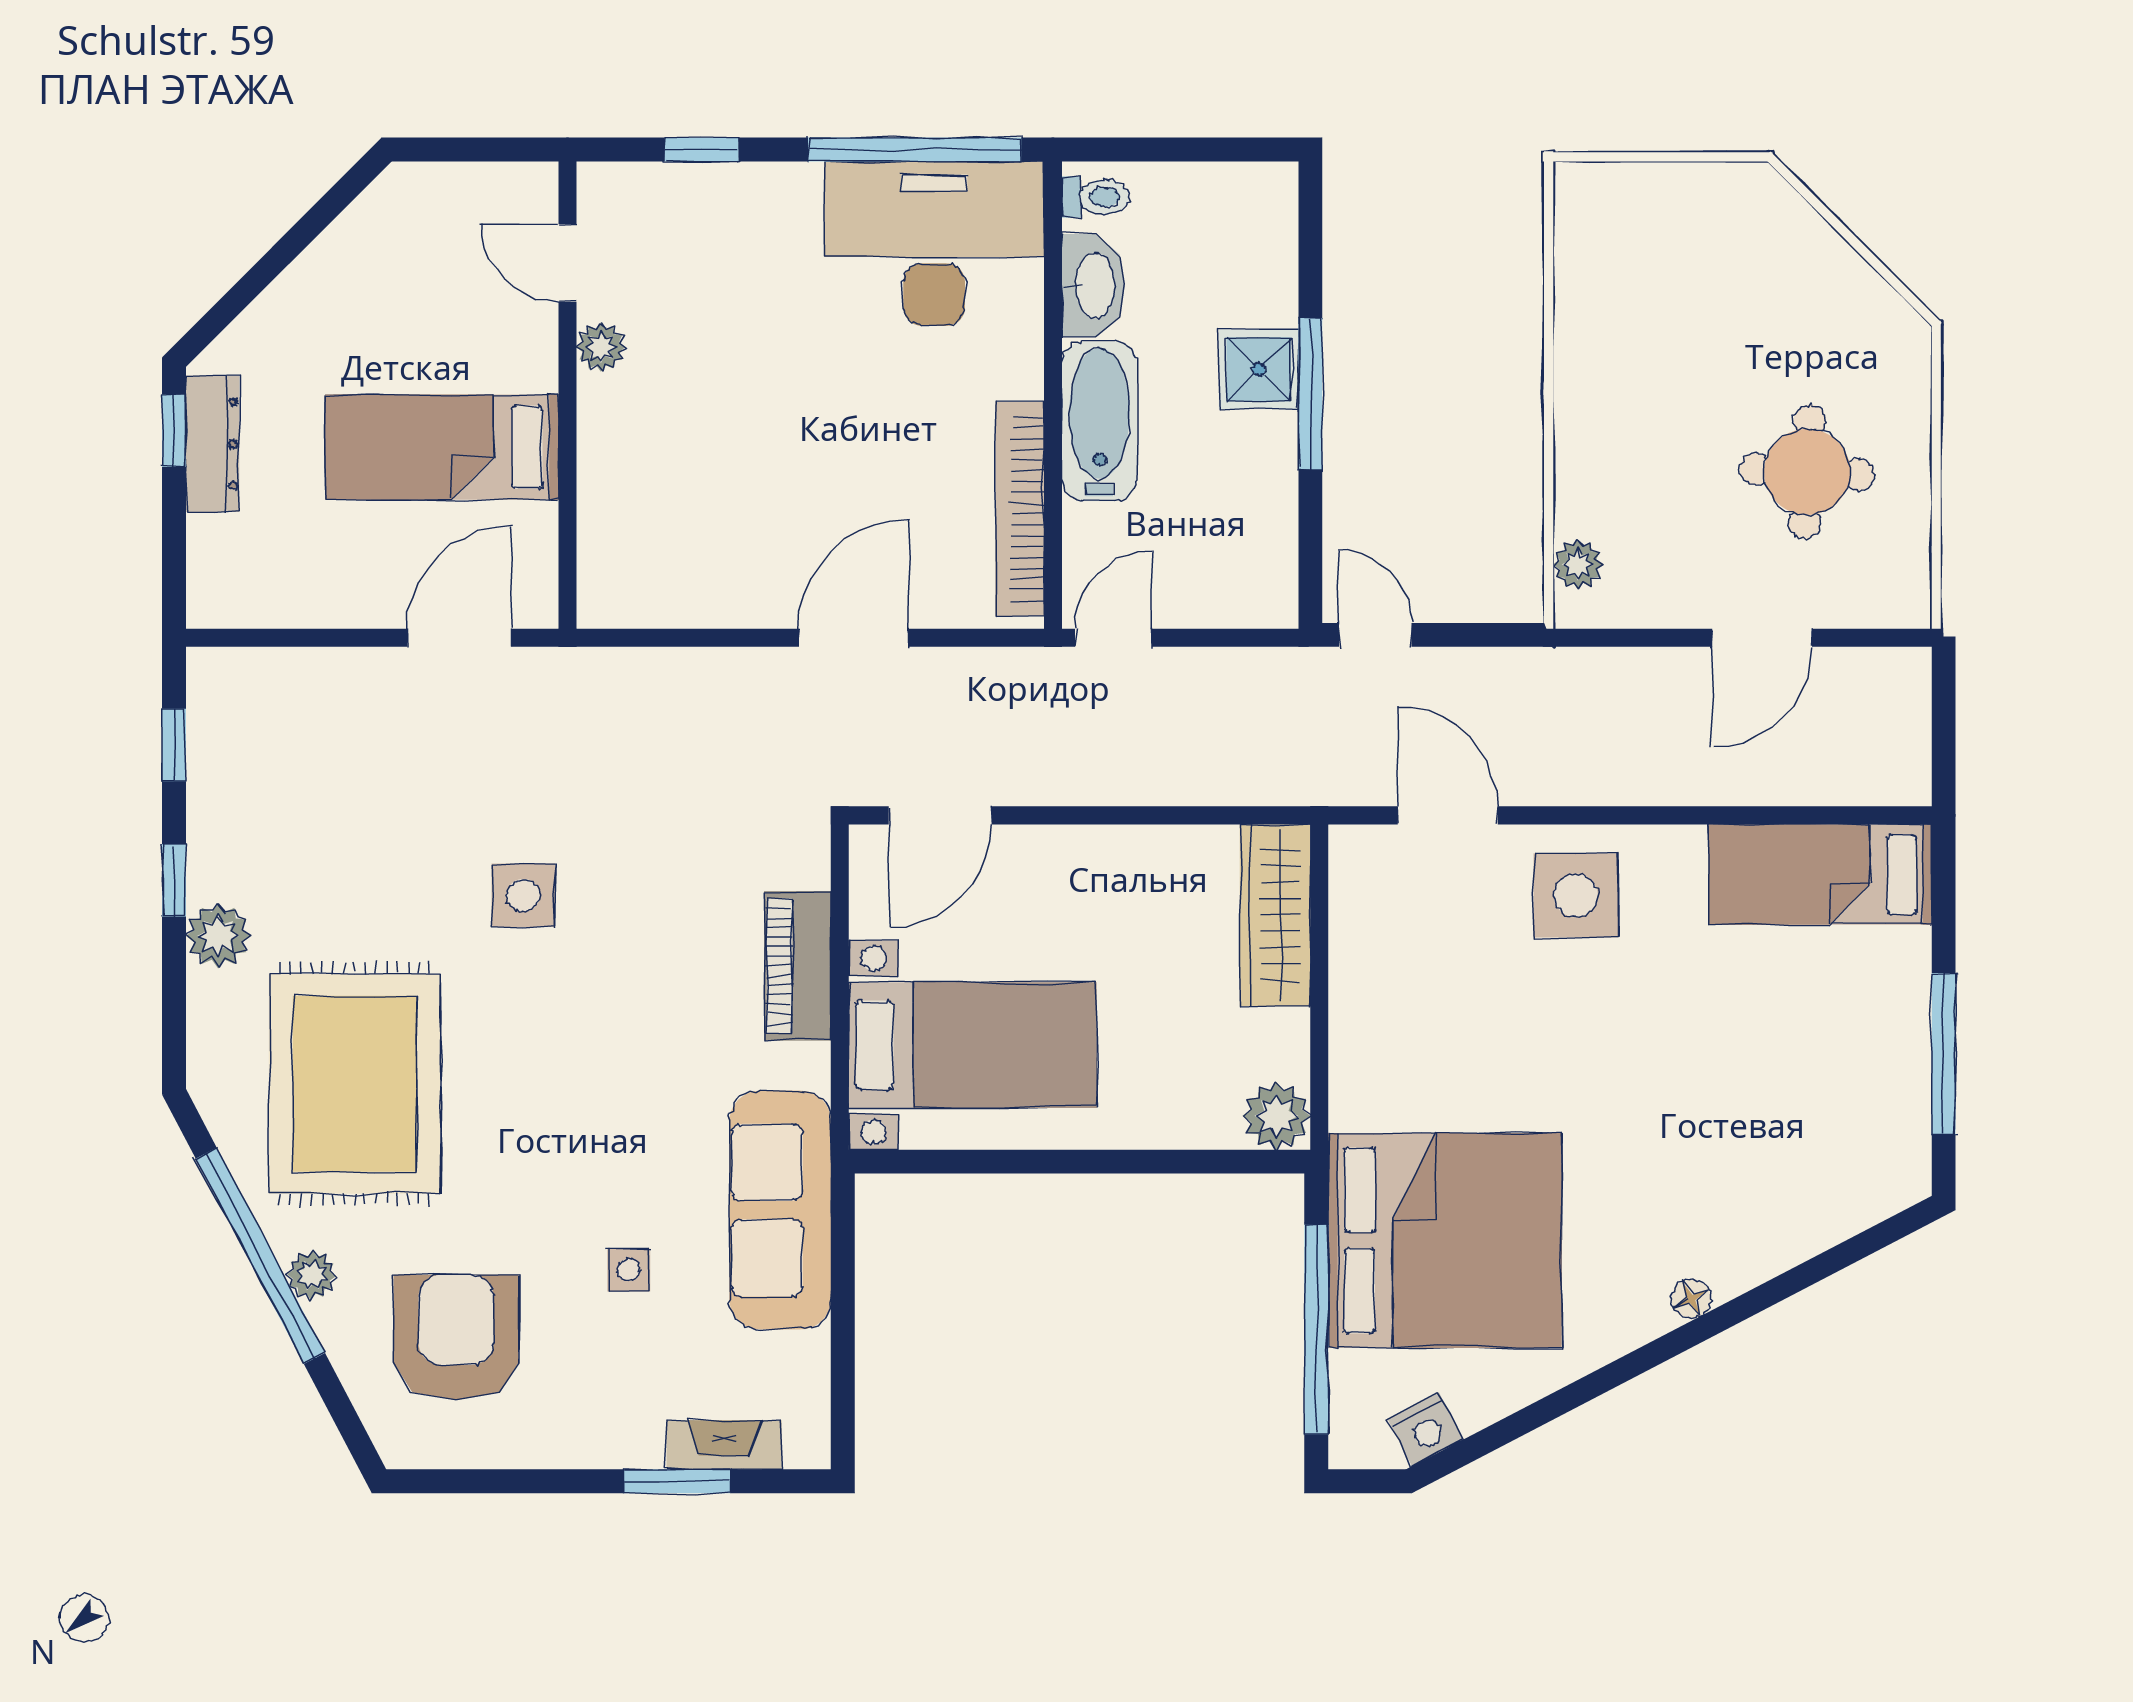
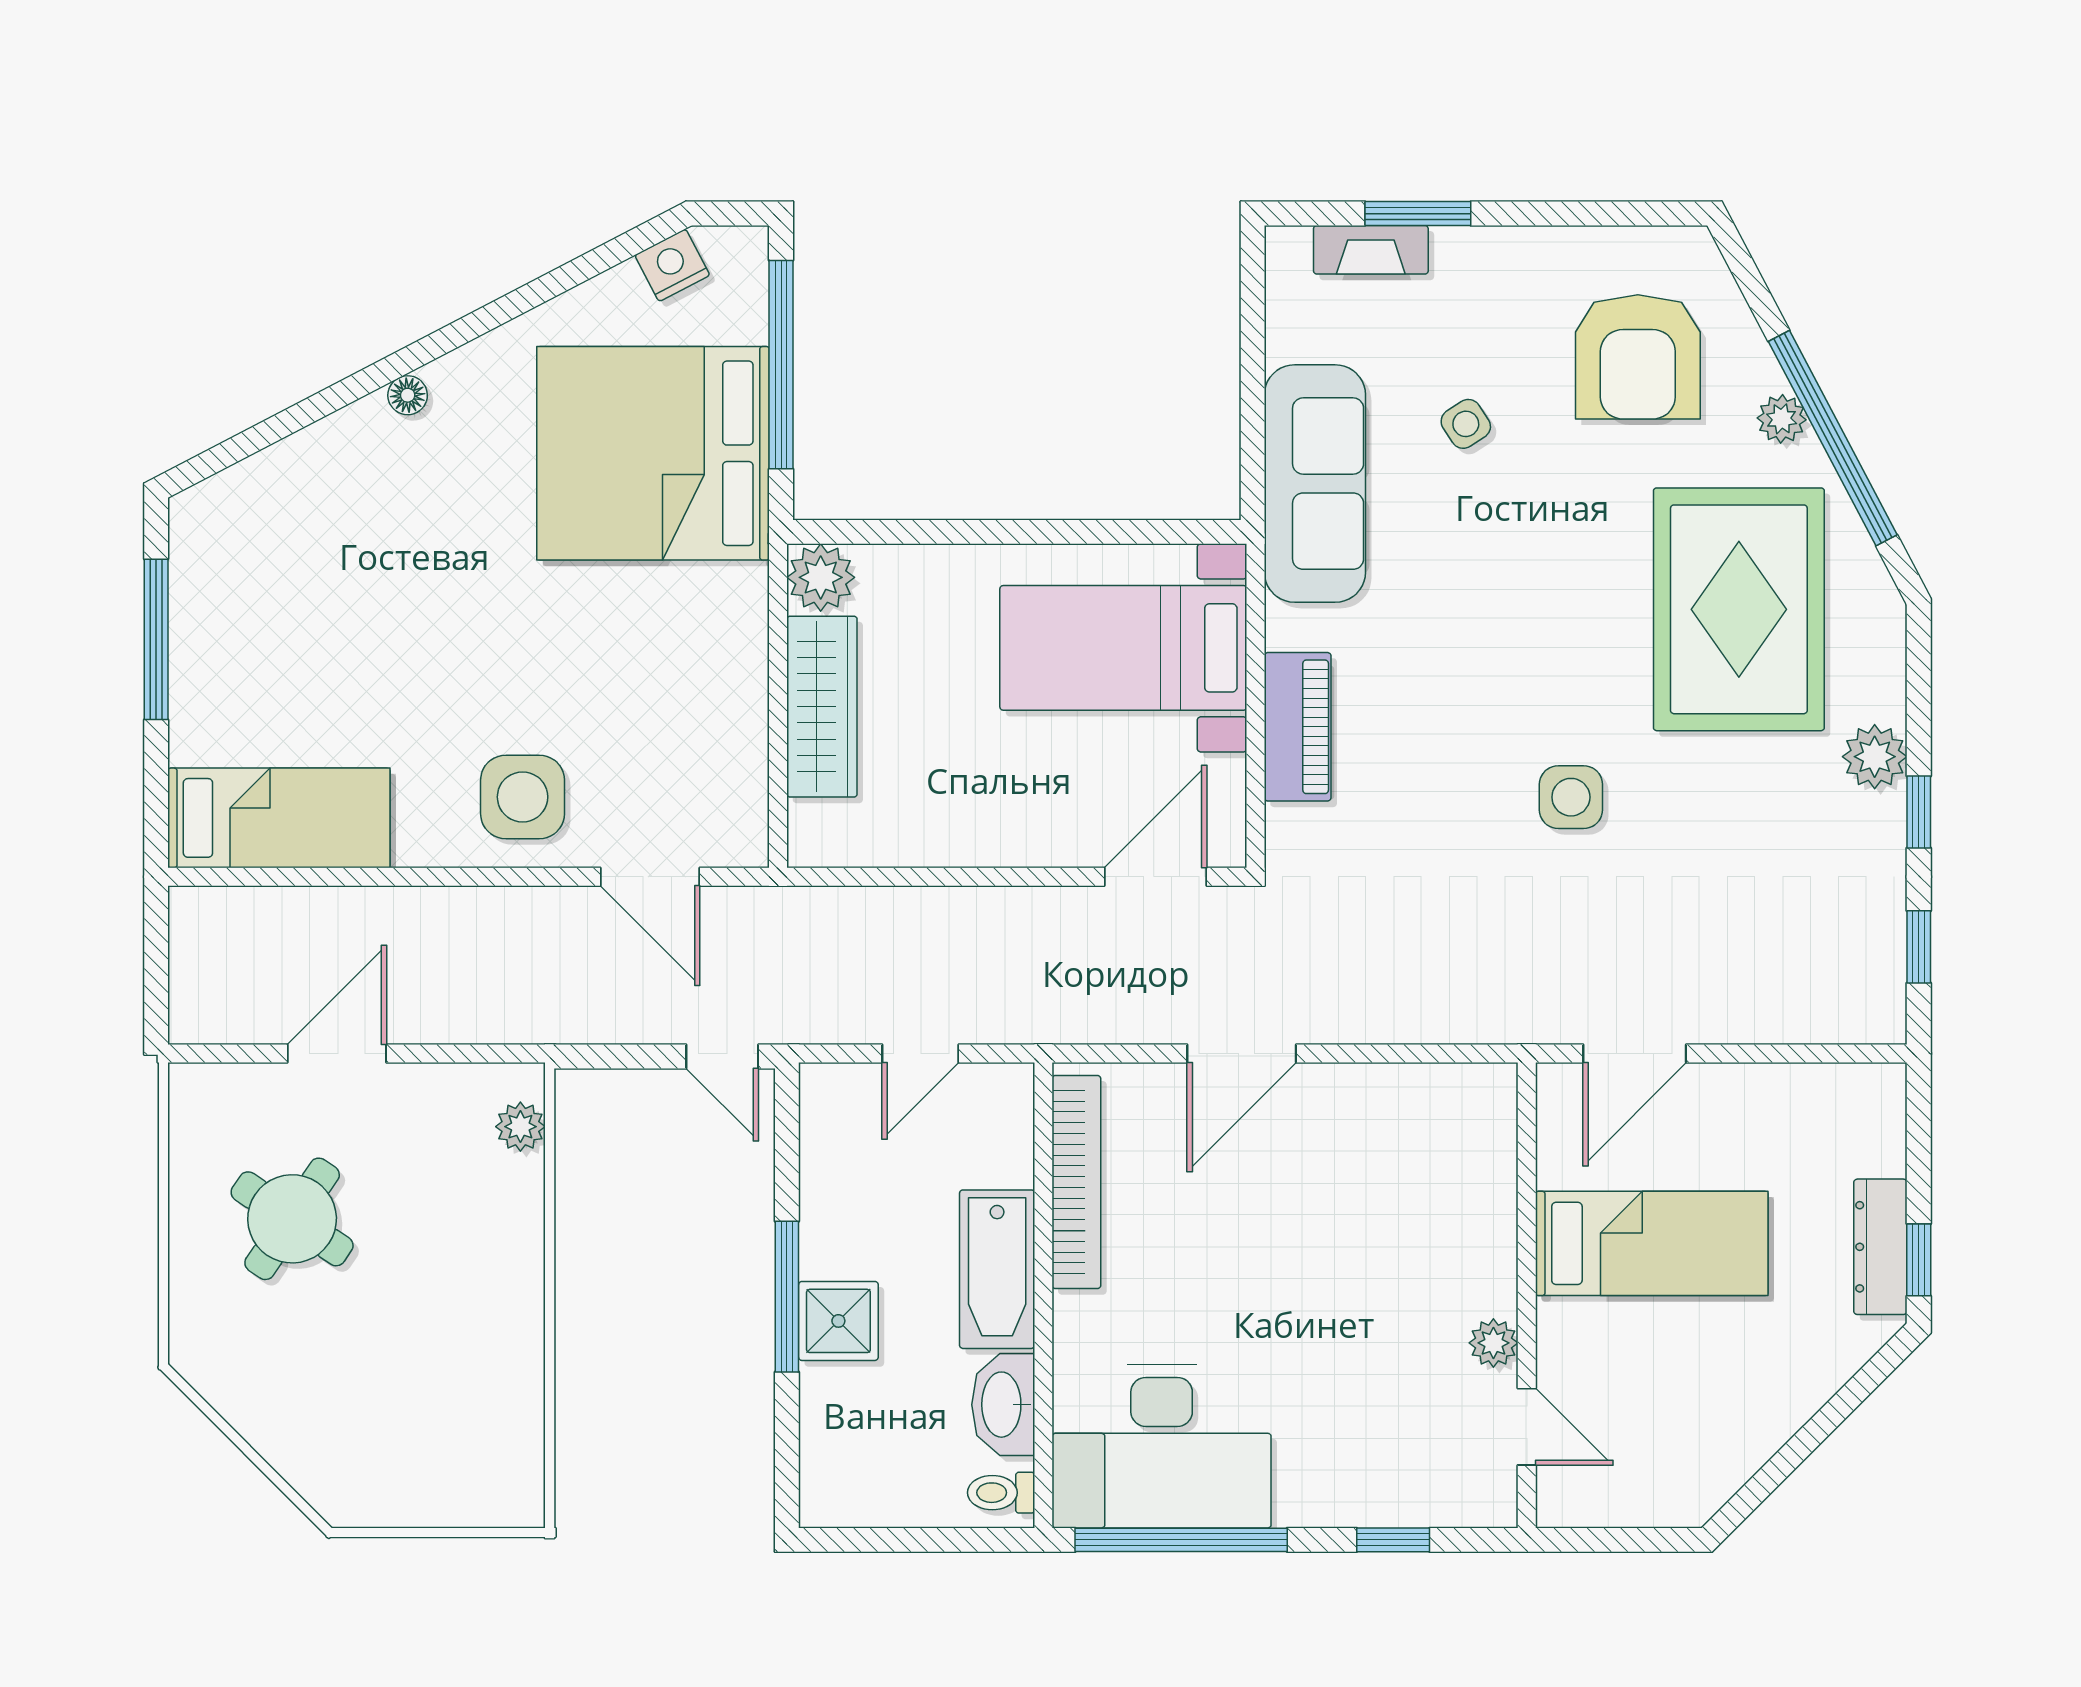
round table: (1807, 472) -> (292, 1219), turned 31
door: (1114, 638) -> (920, 1054), moved
wardrobe: (1275, 915) -> (822, 707), moved
side table: (629, 1270) -> (1466, 424), turned -33

